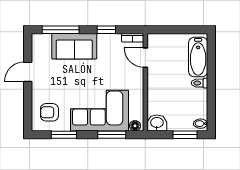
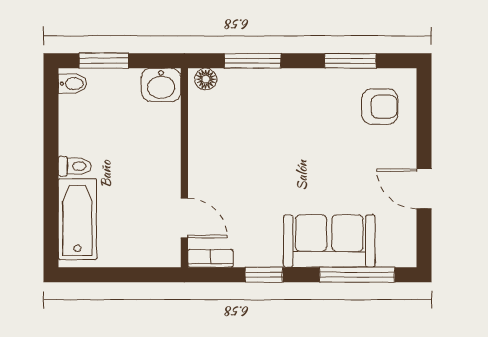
door: (28, 72) -> (424, 189), swing flipped
corner sofa: (100, 111) -> (278, 110), removed

